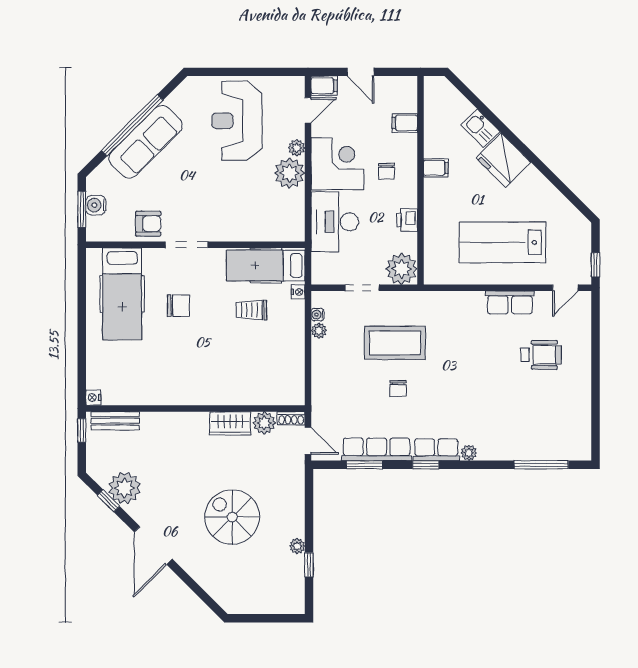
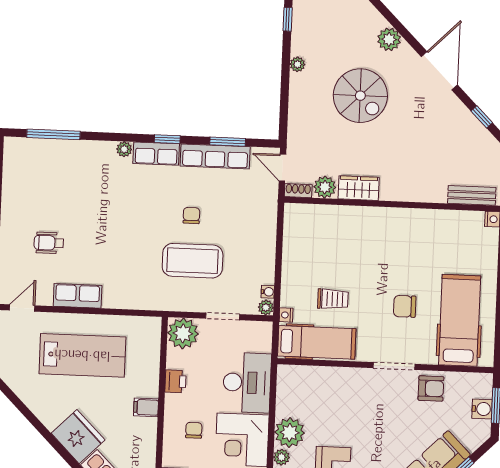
filing cabinet: (436, 168) -> (146, 407), moved
armchair: (148, 224) -> (431, 388), turned 180
plant: (319, 331) -> (266, 307), moved
wheelchair: (541, 355) -> (49, 243), width x0.73, depth x0.73
plant: (125, 488) -> (389, 39), moved, width x0.73, depth x0.73
window: (309, 565) -> (288, 19), moved

